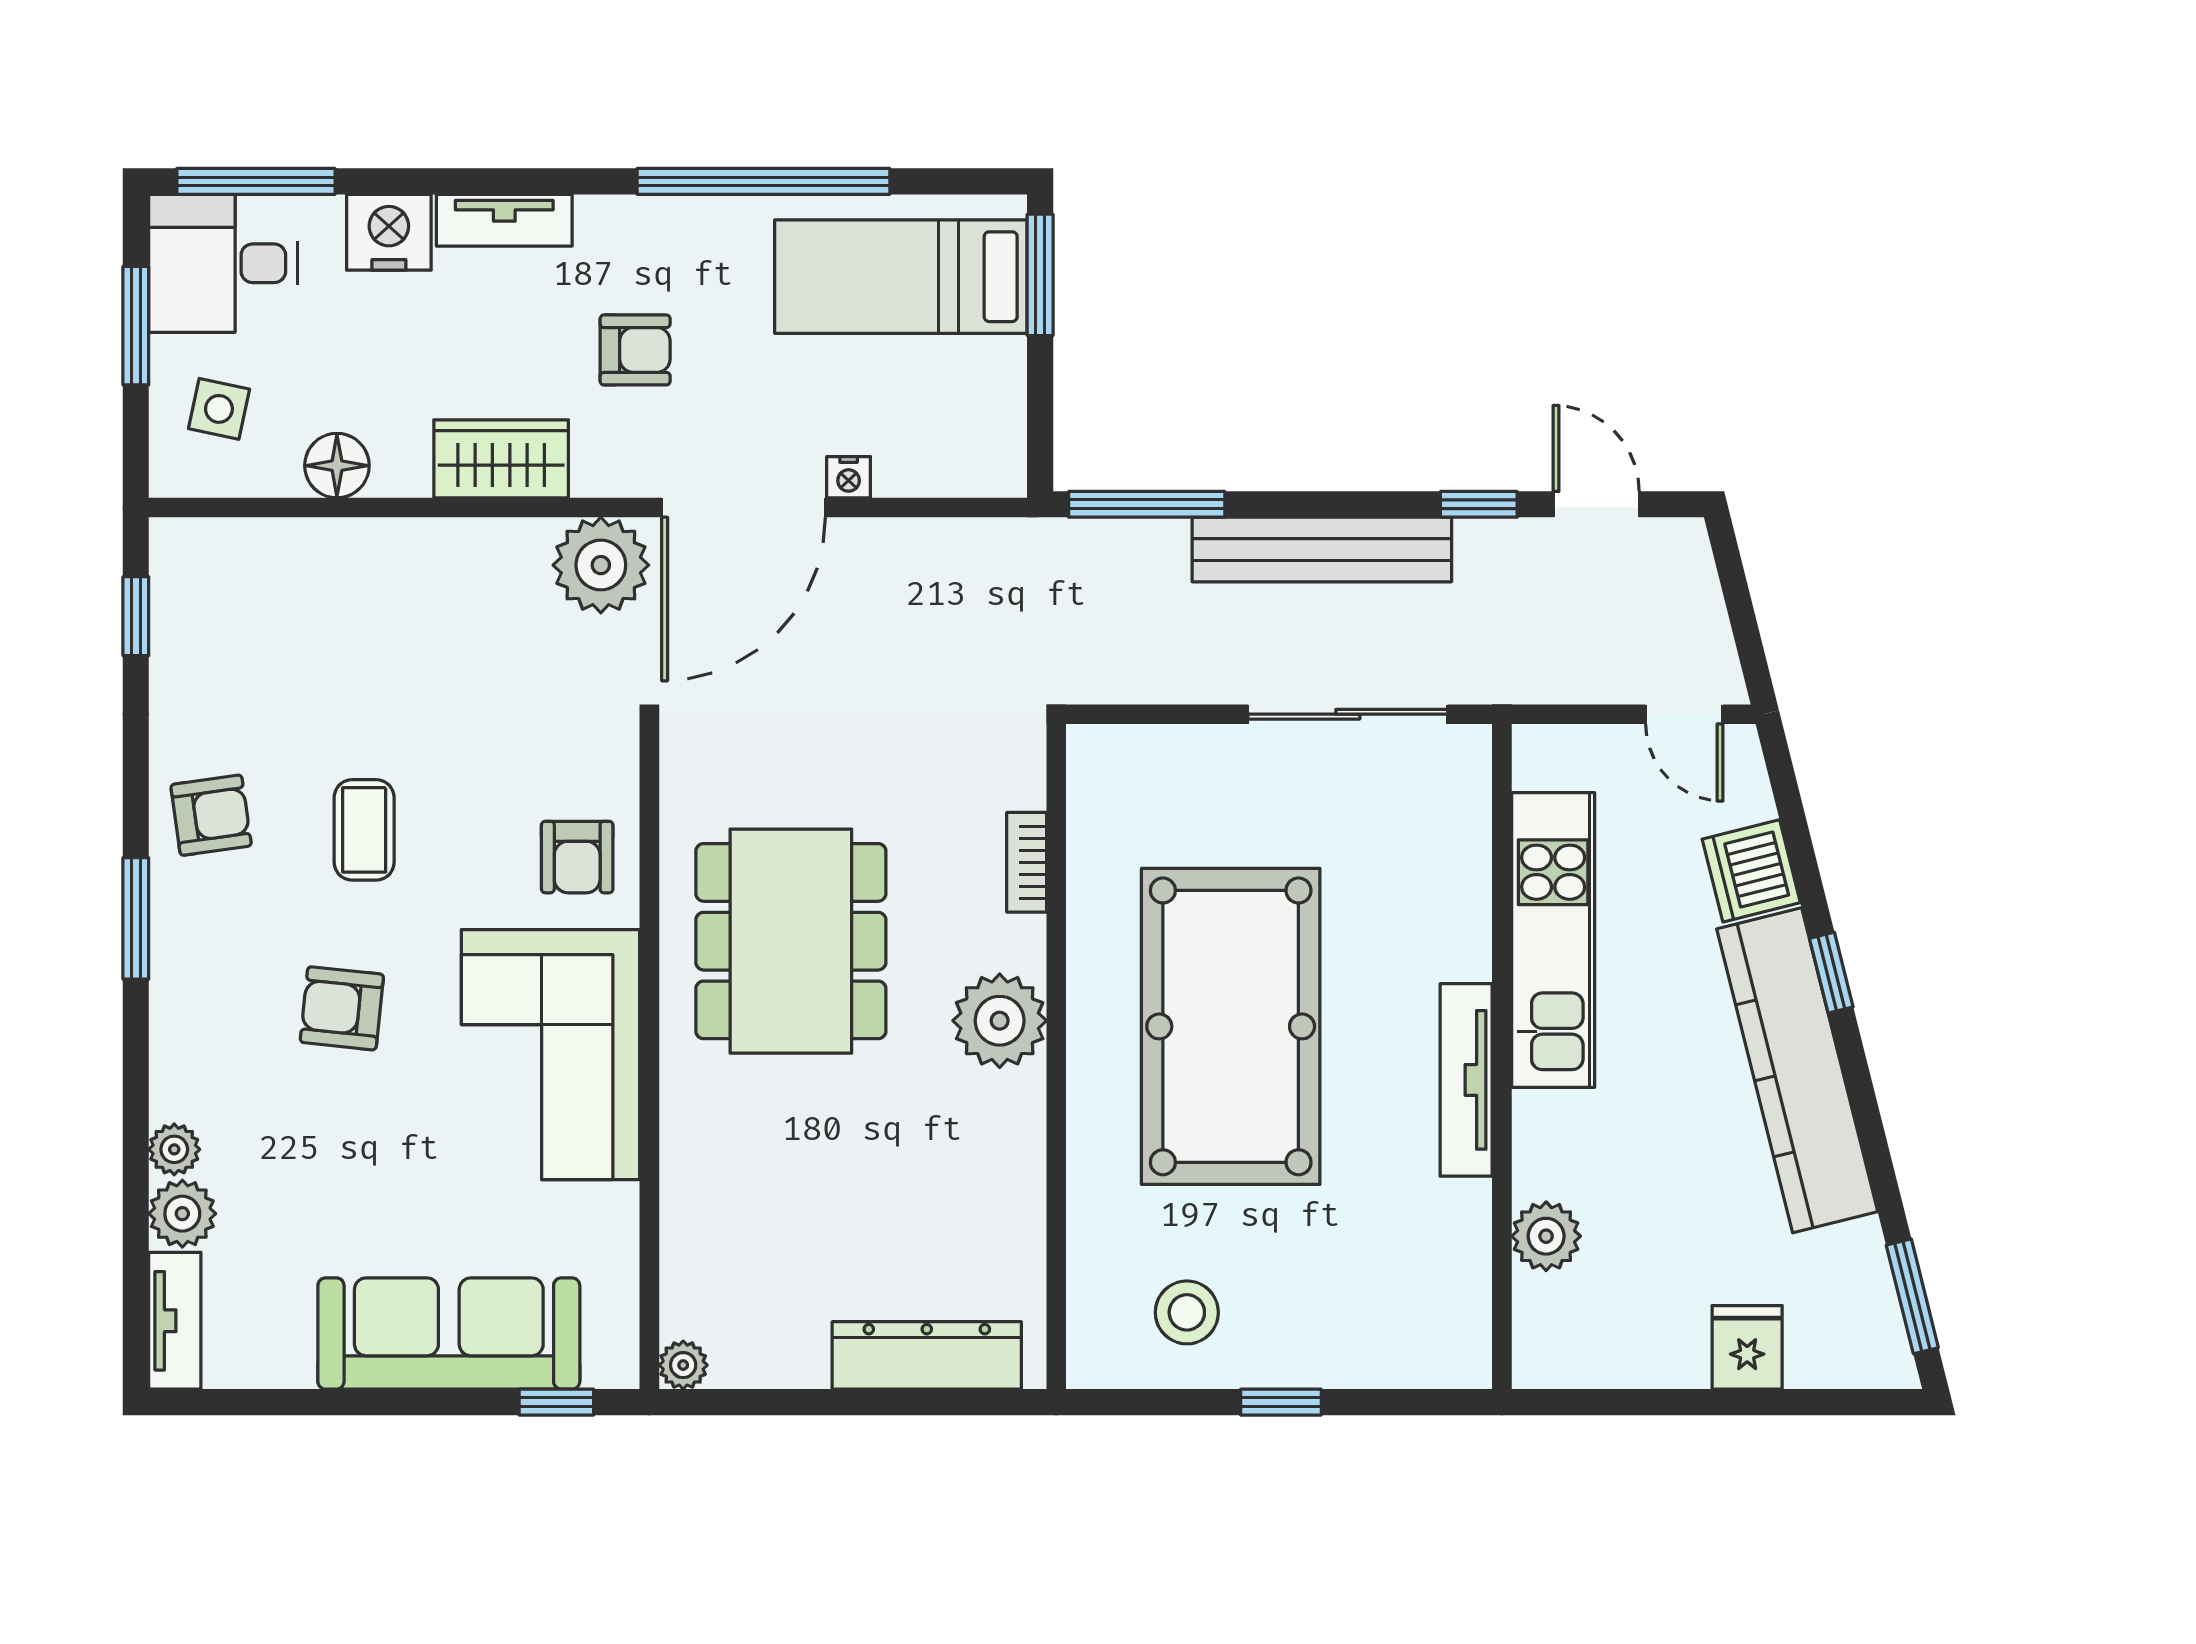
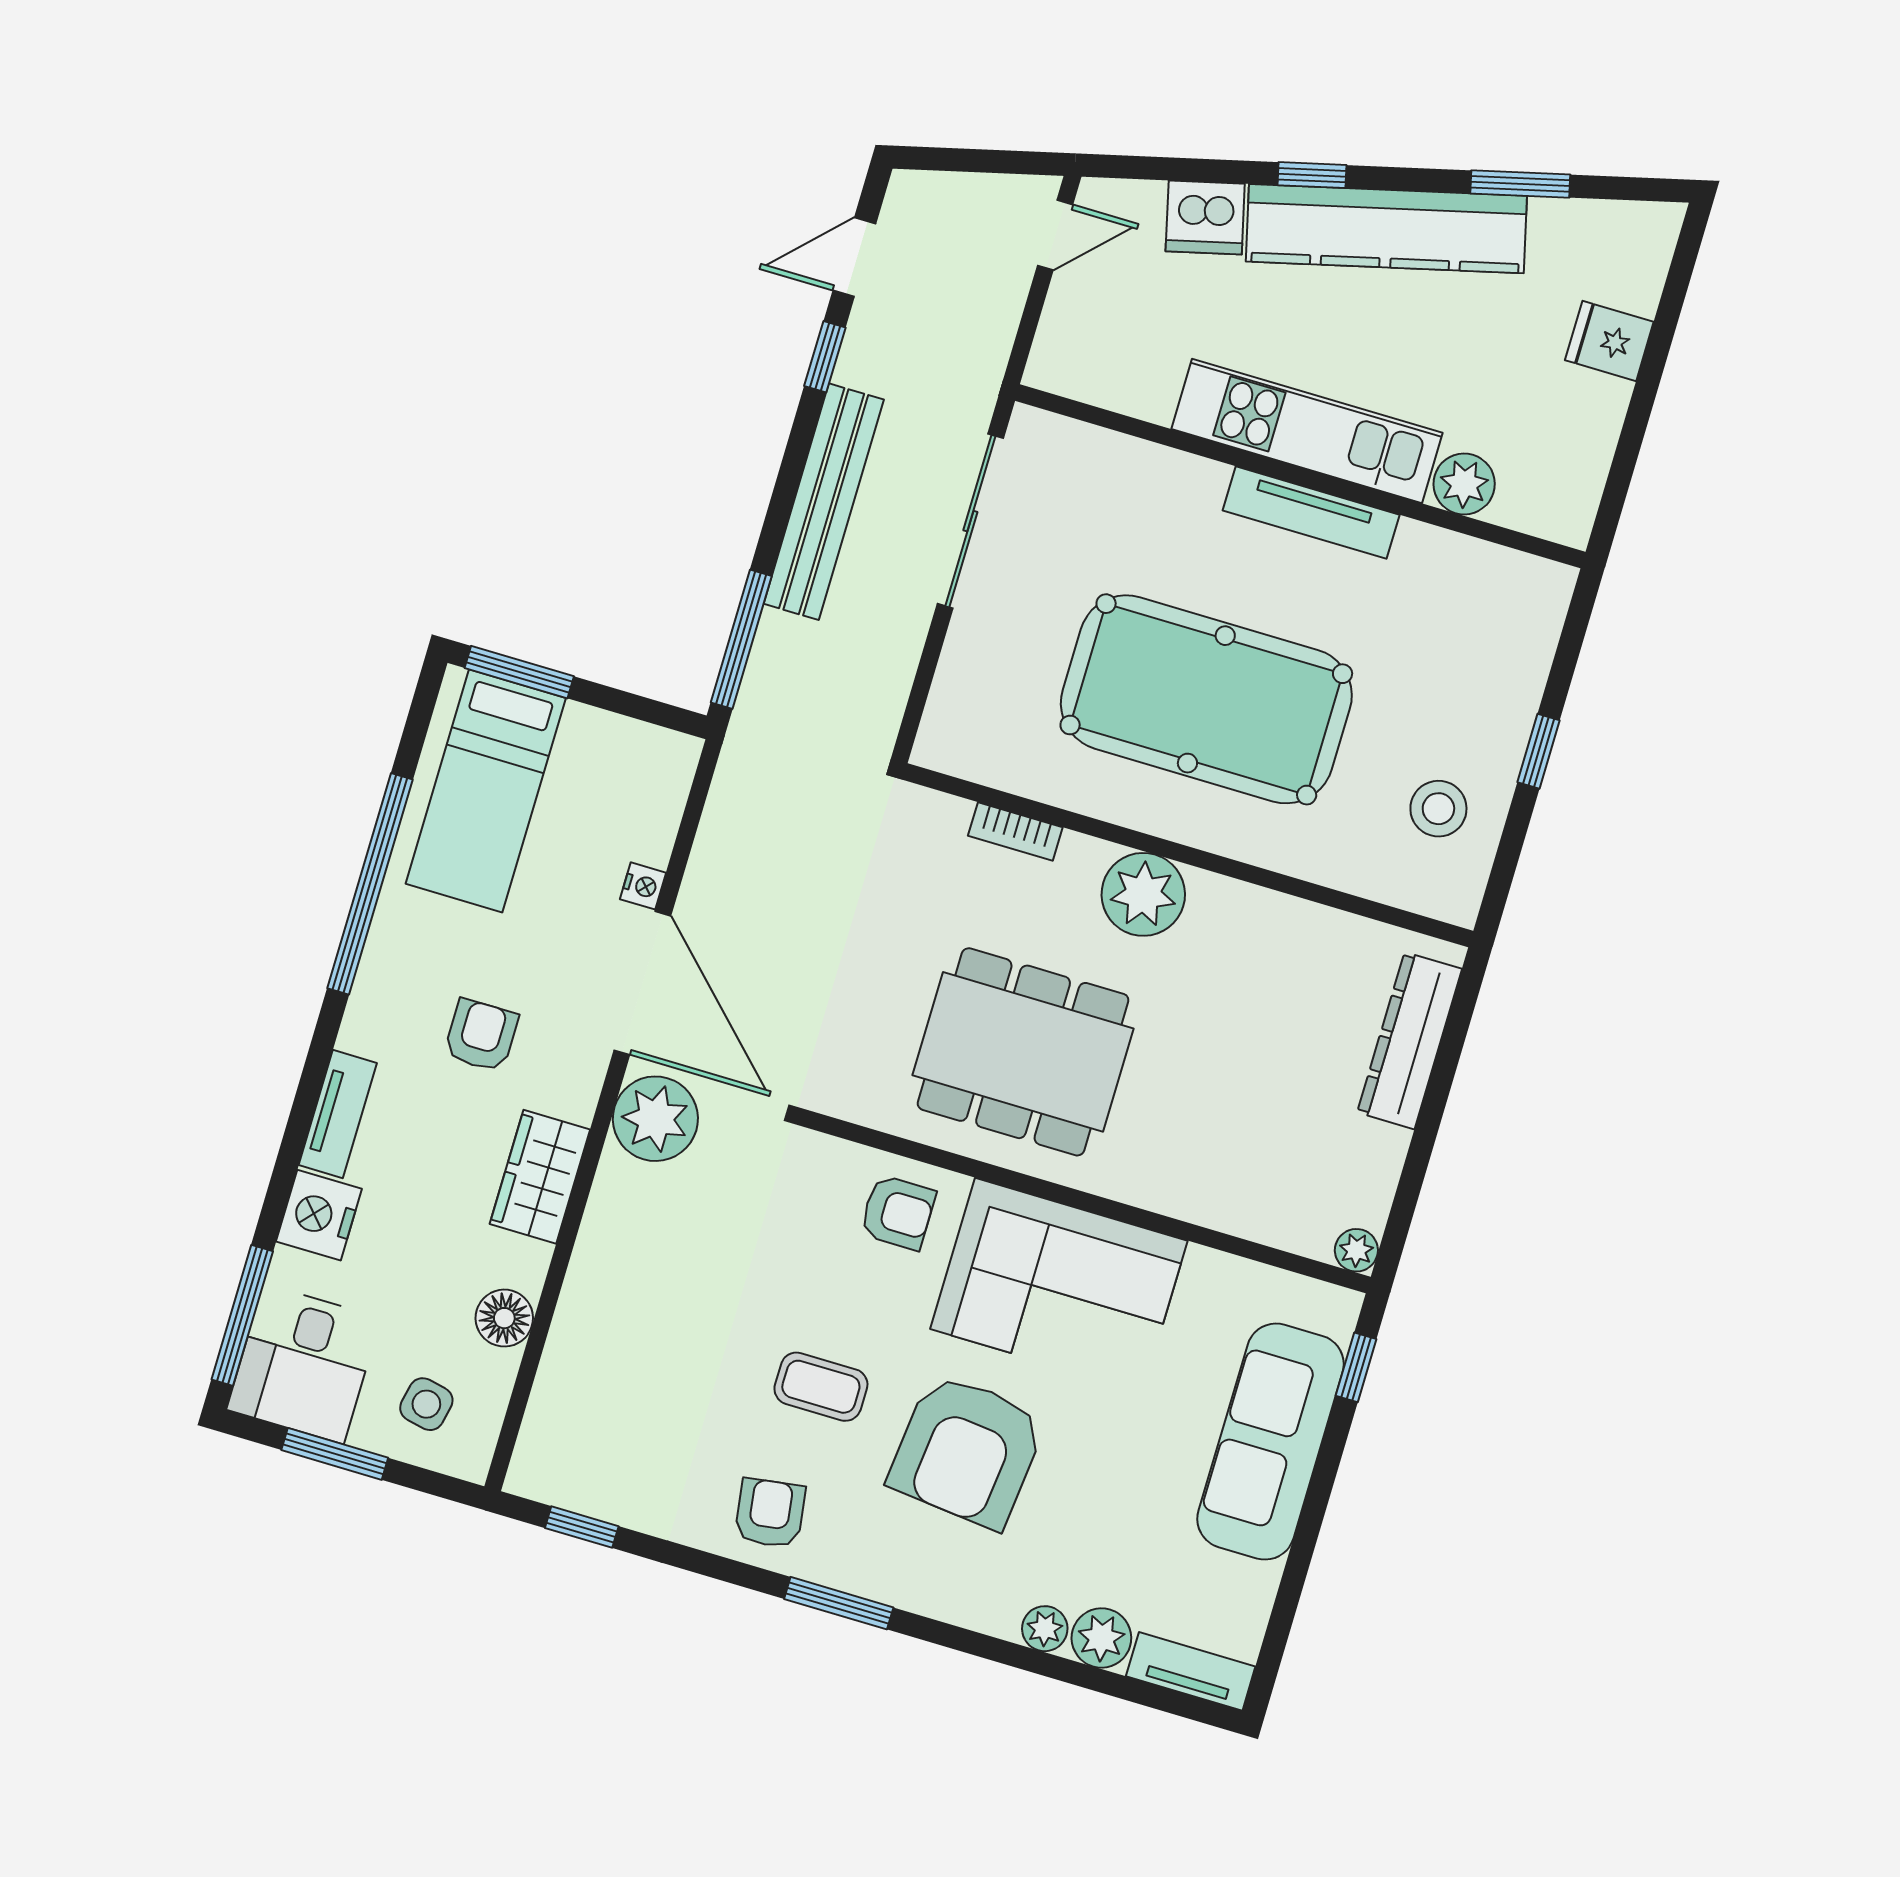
kitchen unit: (1553, 940) -> (1307, 431), moved
armchair: (342, 1008) -> (967, 1451), width x1.88, depth x1.88
window: (1912, 1296) -> (1520, 184), moved

